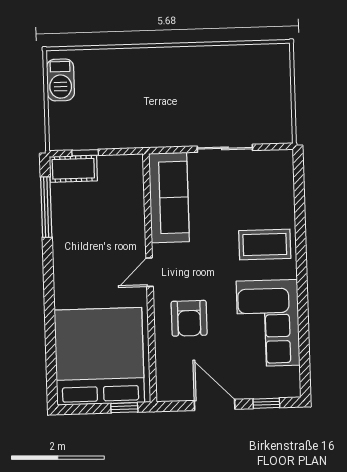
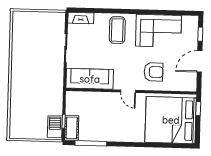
barbecue: (60, 80) -> (55, 127), moved, turned -90
fireplace: (284, 174) -> (81, 18), added

